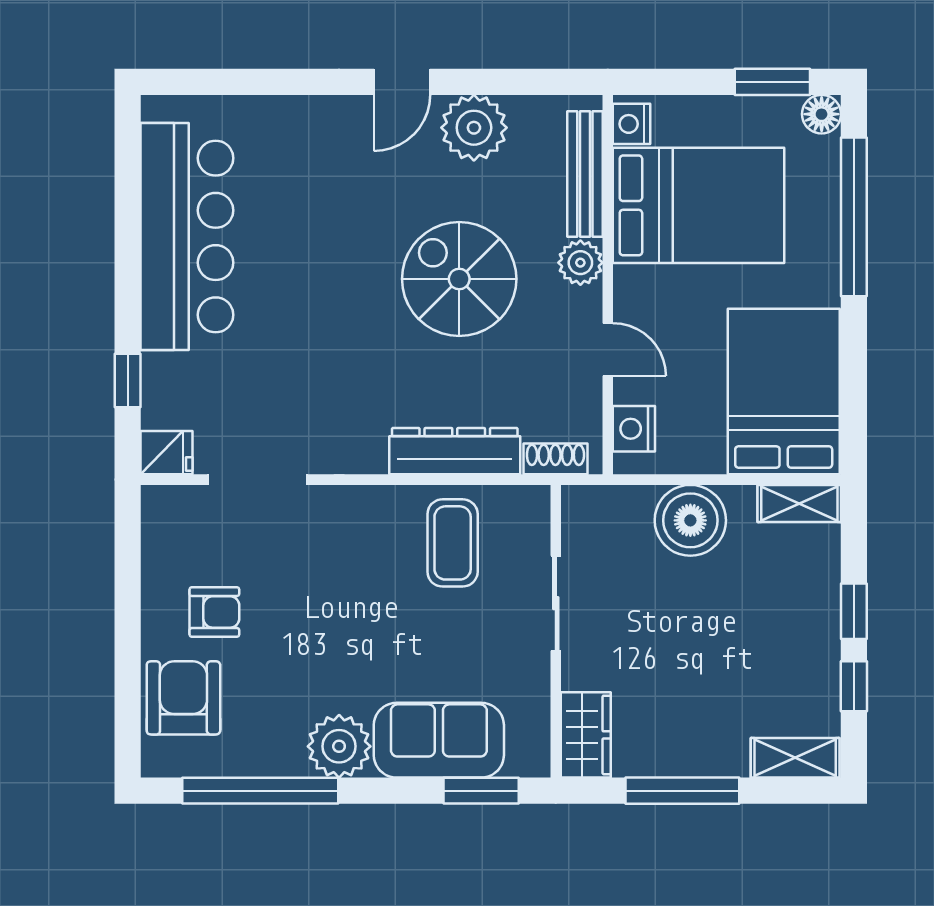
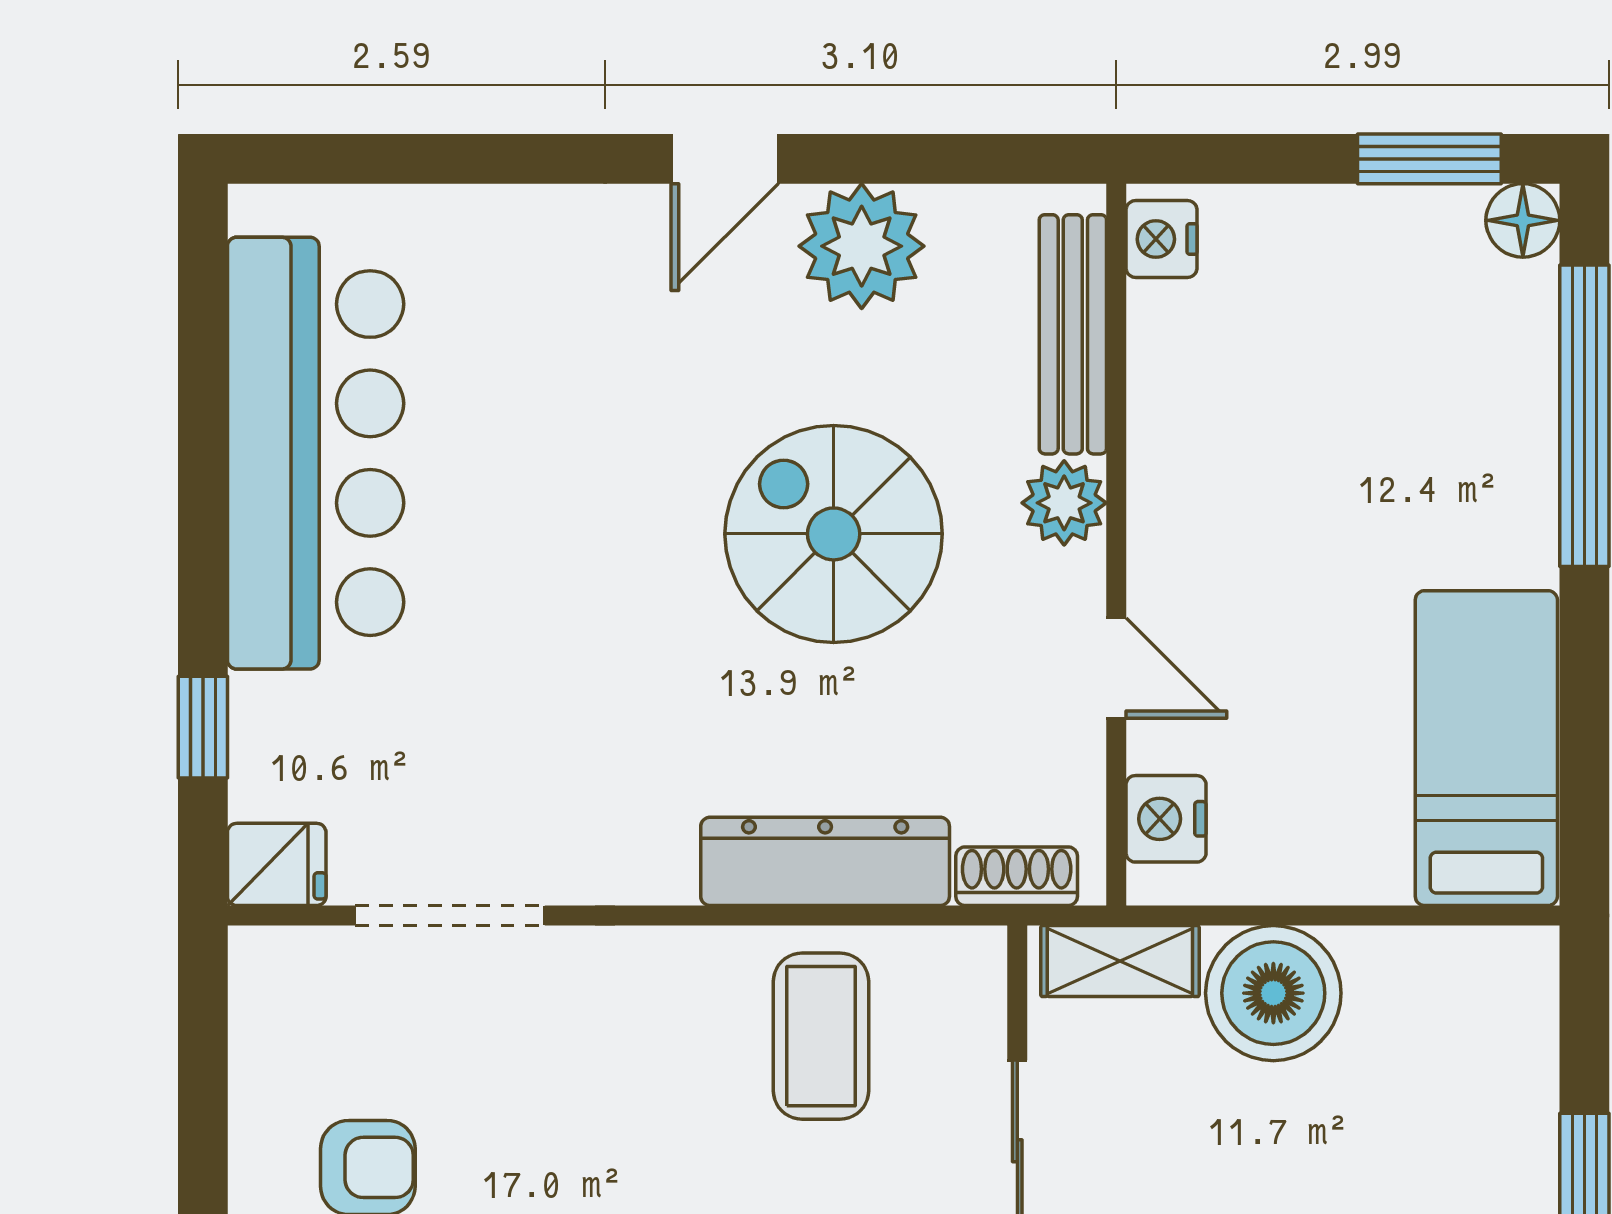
bed: (699, 205) -> (1289, 394), removed
bed: (784, 392) -> (1486, 748), width x0.67
shelving: (799, 504) -> (1120, 961), moved

